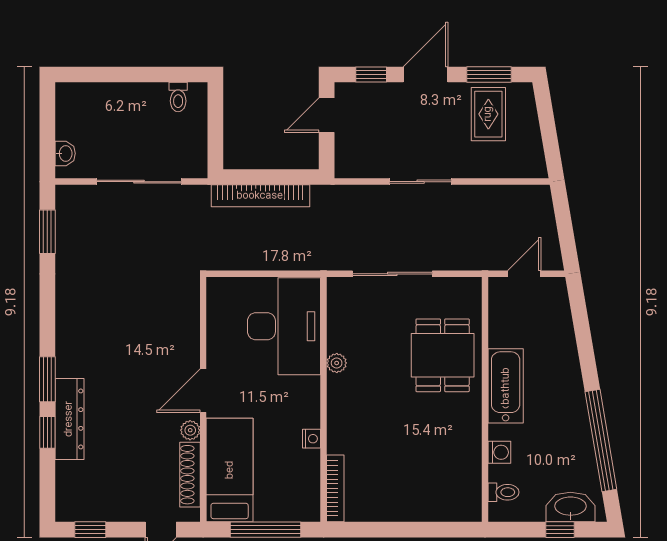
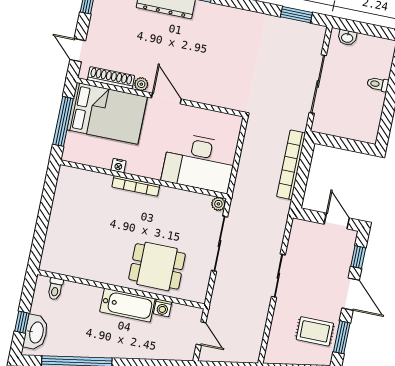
toilet: (178, 97) -> (378, 84), moved
plant: (337, 363) -> (218, 204), moved
washing machine: (499, 452) -> (163, 308), moved
bed: (230, 470) -> (107, 113), width x1.50
bookcase: (335, 488) -> (136, 186), moved

